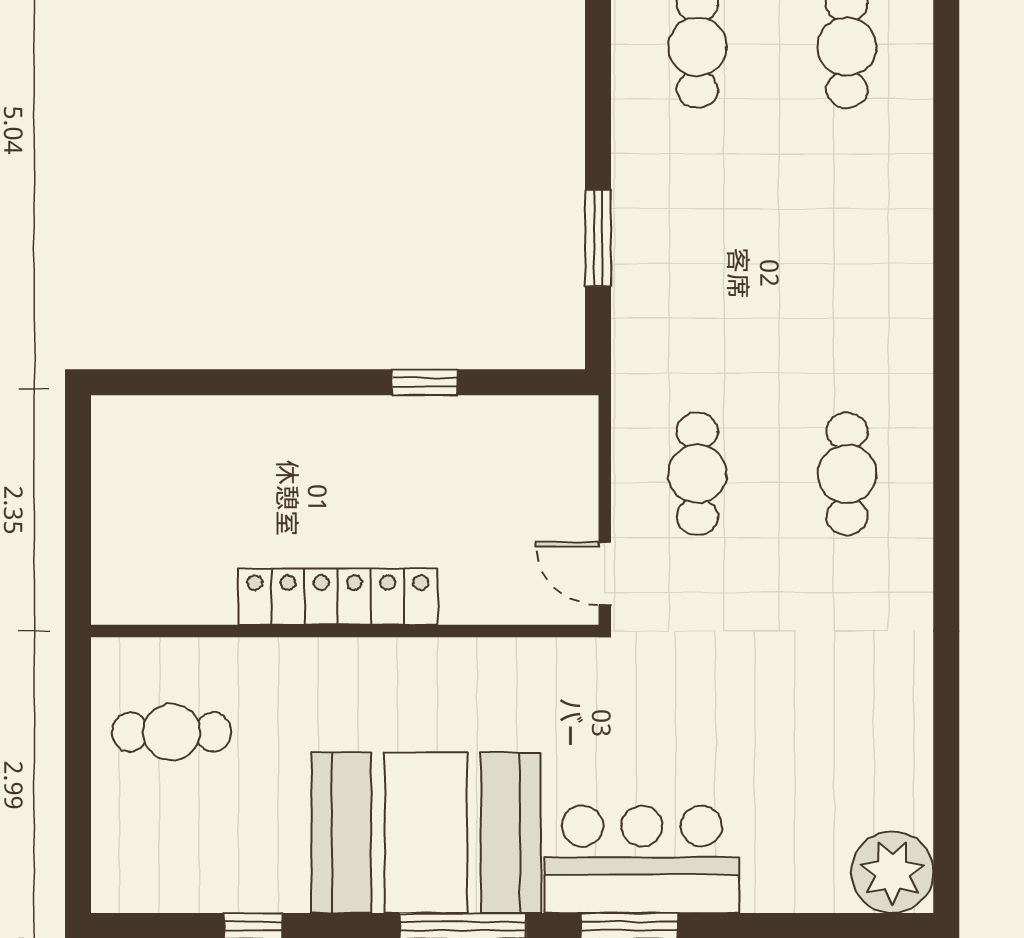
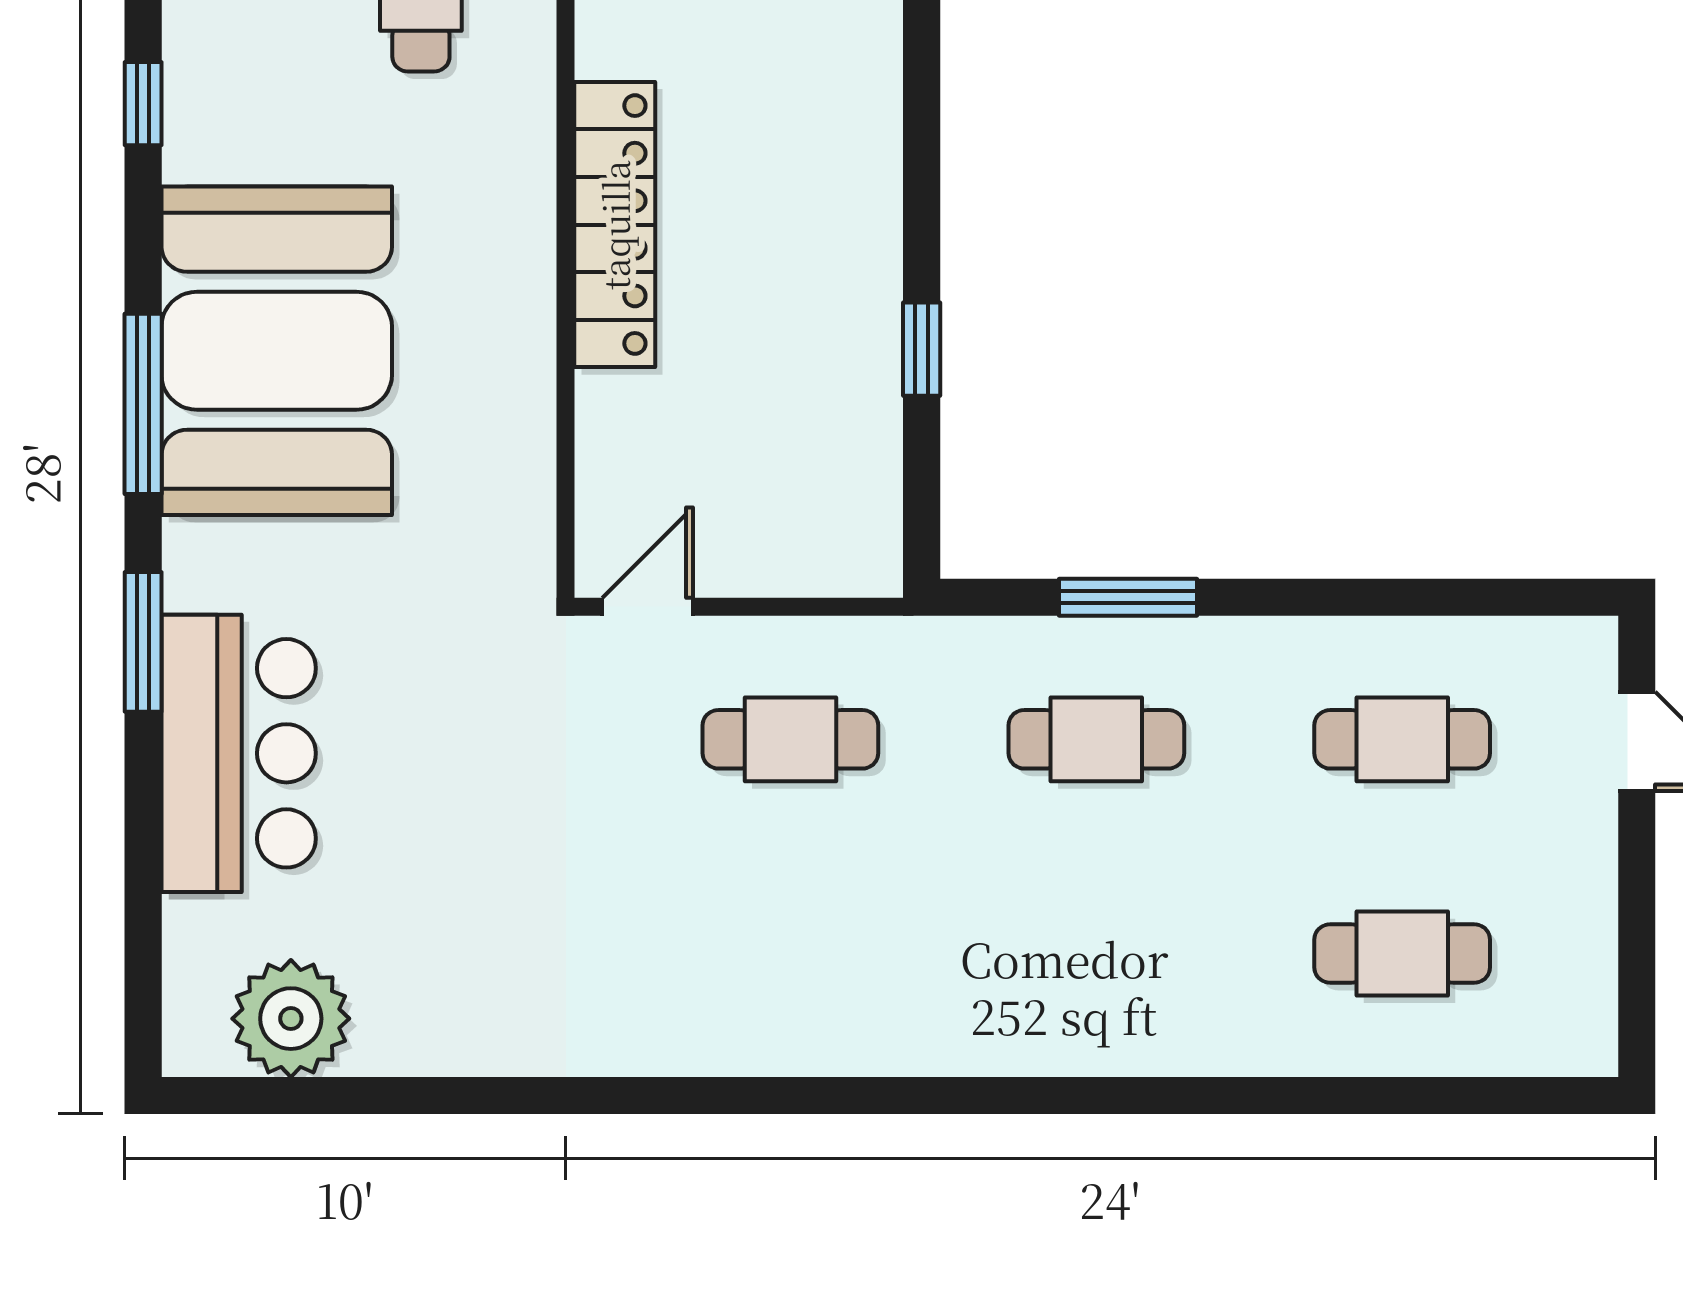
cafe table: (847, 474) -> (1096, 739), moved
bar counter: (642, 859) -> (239, 753), moved
plant: (892, 872) -> (291, 1019), moved

